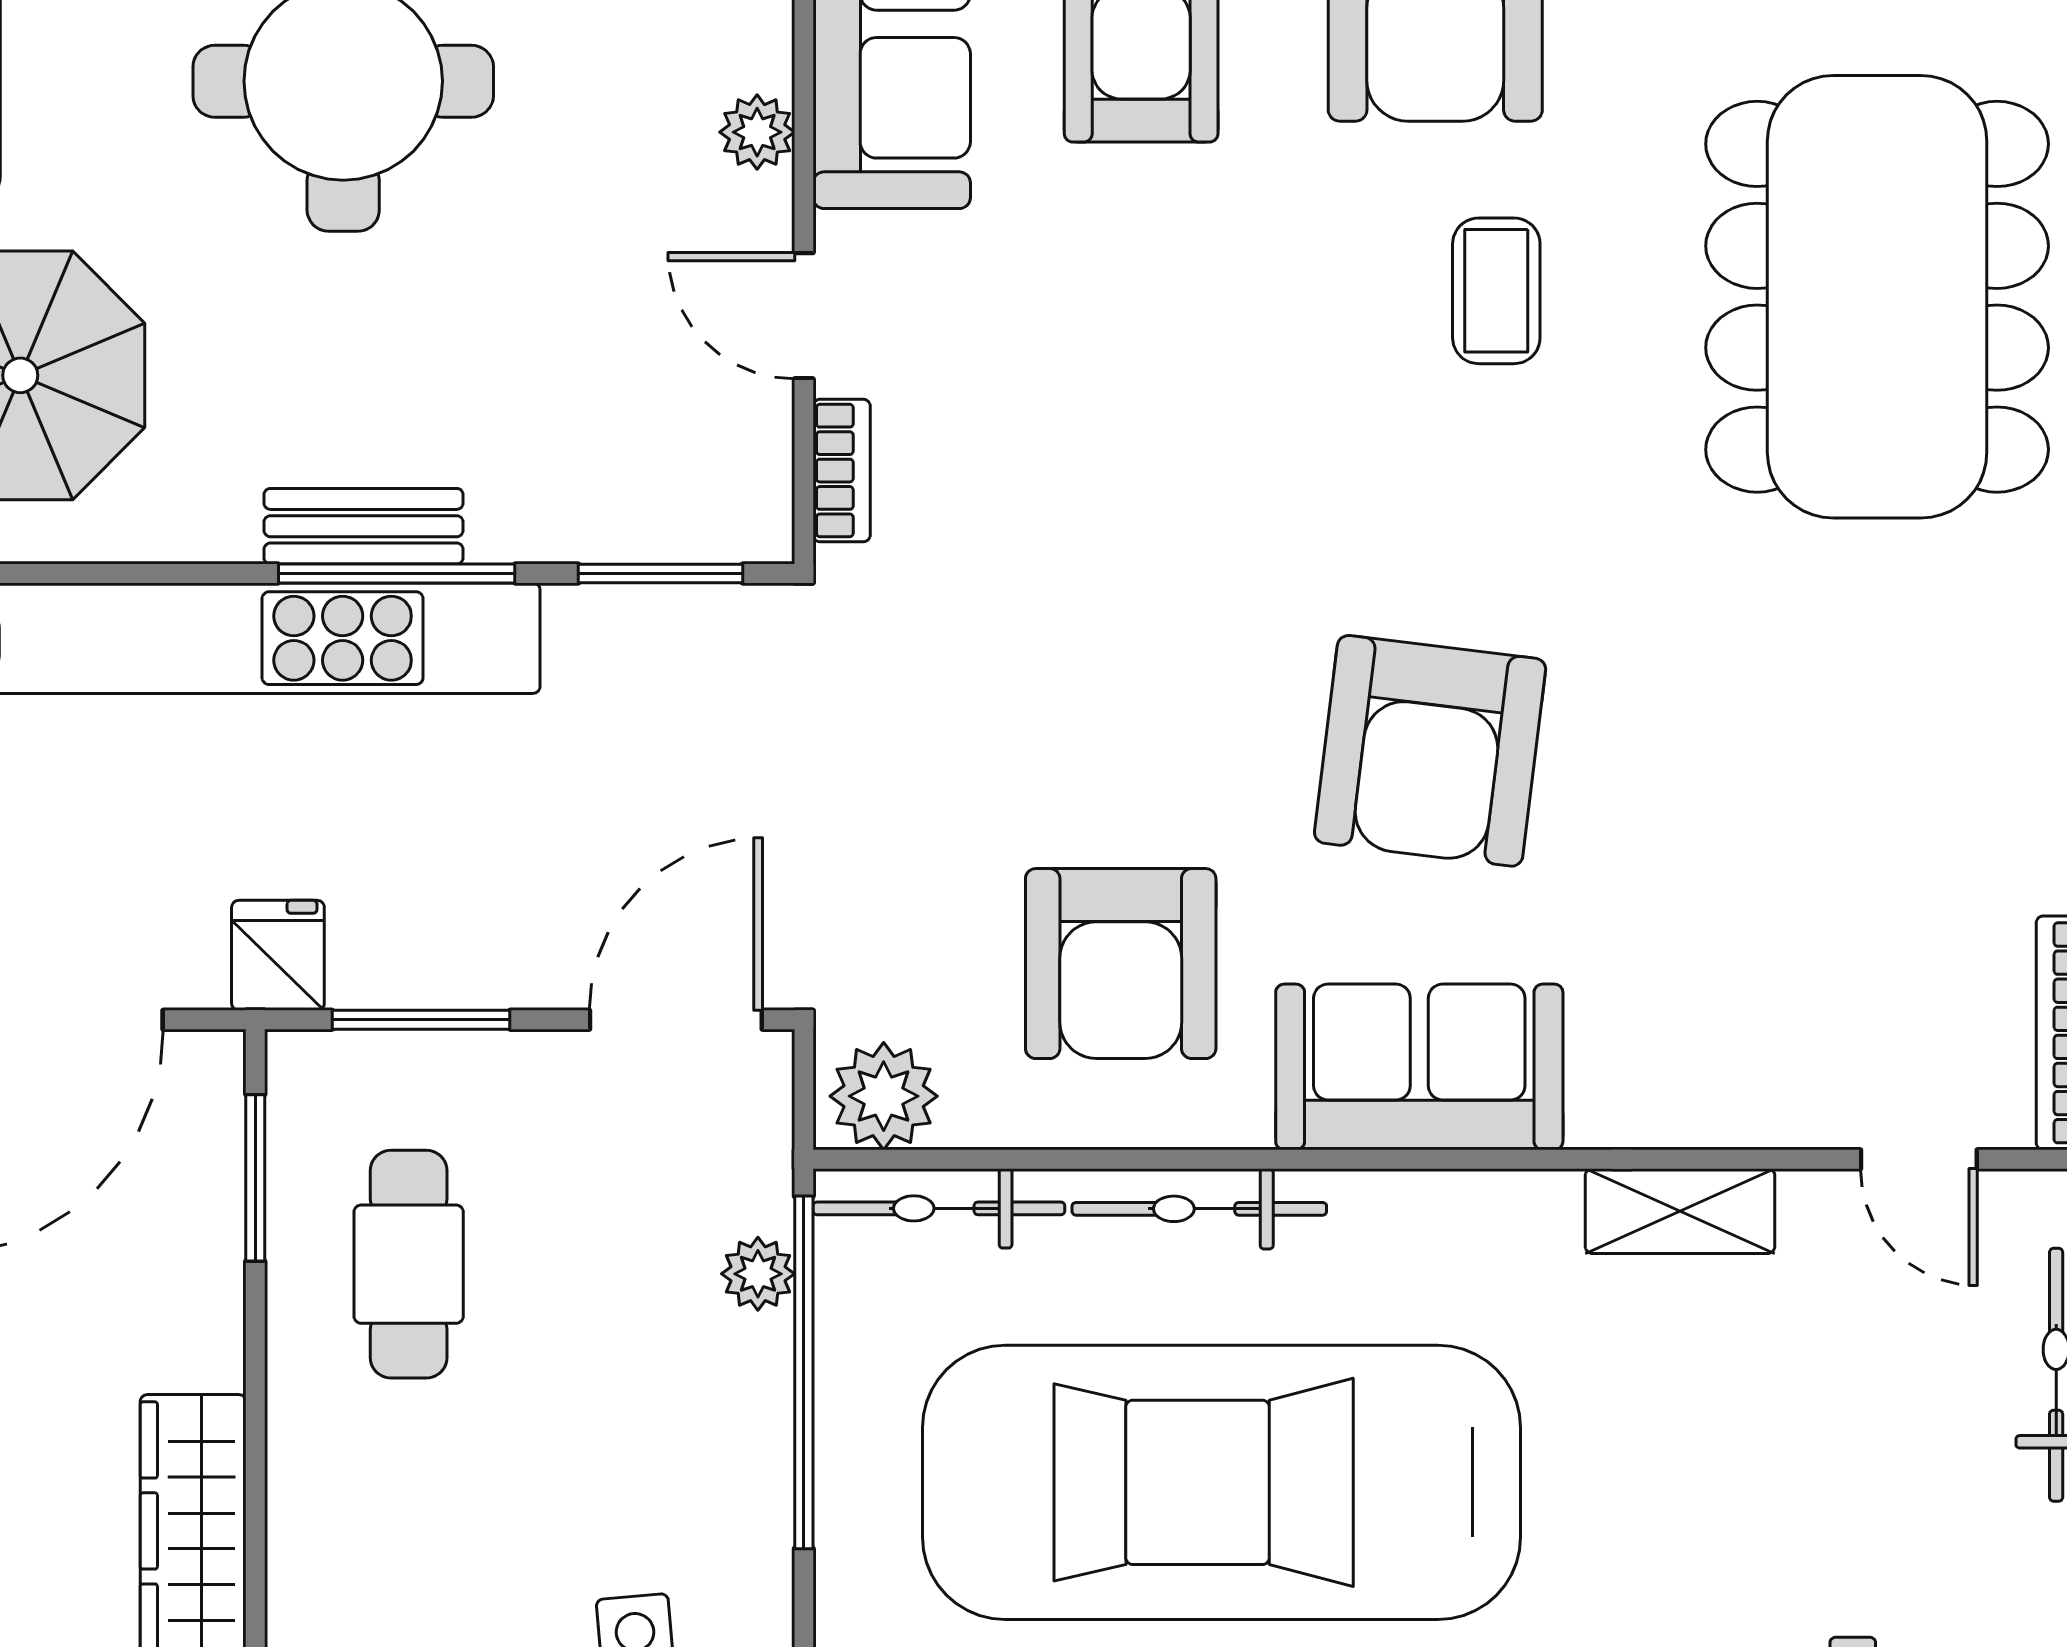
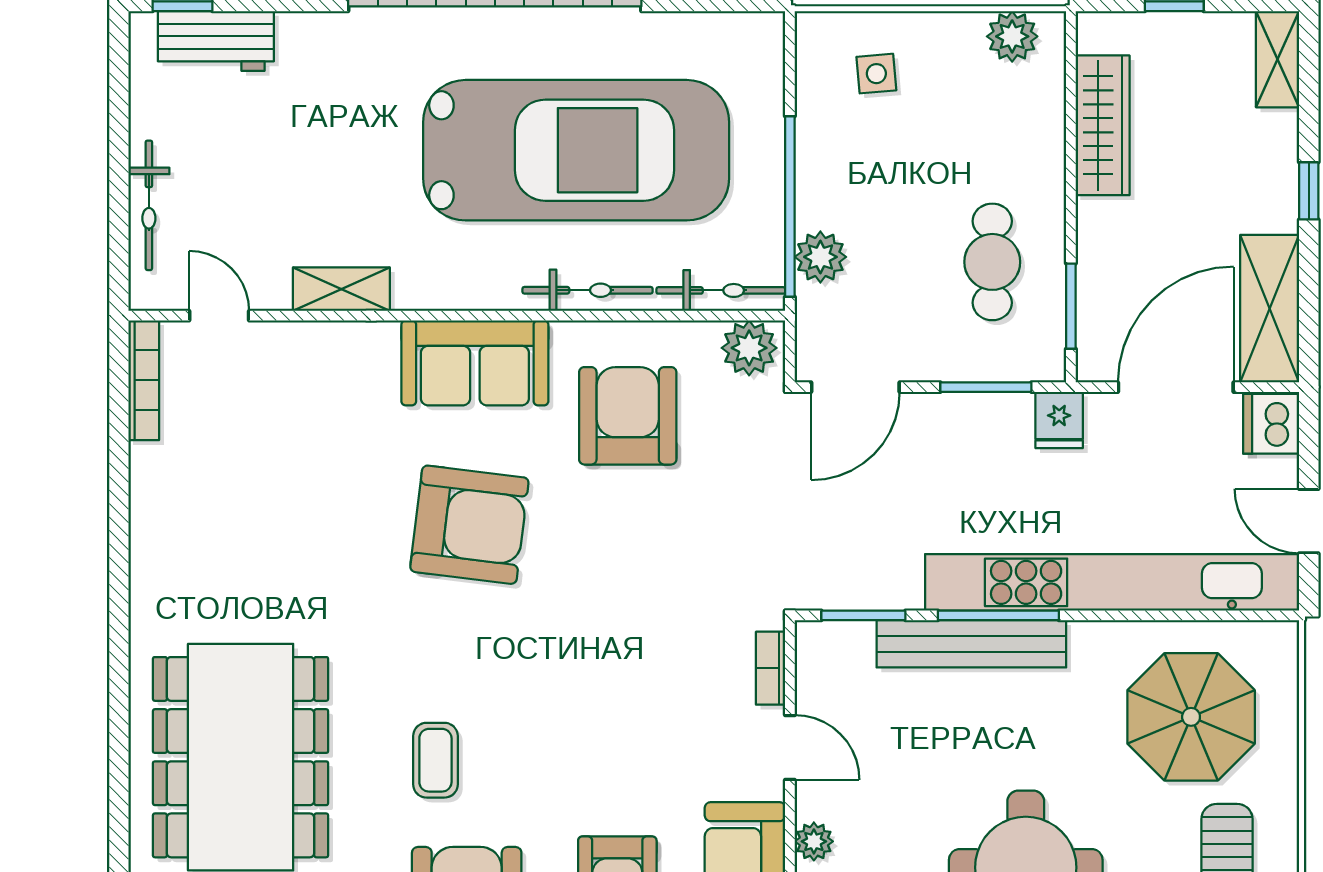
bench: (364, 526) -> (971, 644), width x1.86, depth x1.21
armchair: (1430, 751) -> (469, 525), turned 90
plant: (758, 1274) -> (820, 257), width x1.38, depth x1.38

